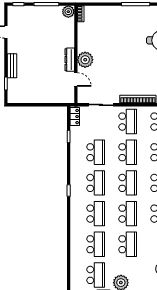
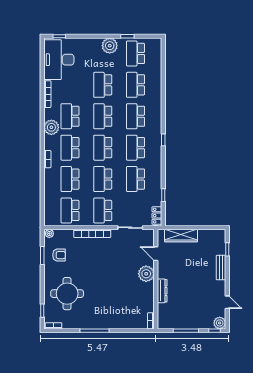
plant: (68, 12) -> (220, 323), moved
dresser: (70, 60) -> (162, 291), moved
wardrobe: (51, 97) -> (181, 236), added

